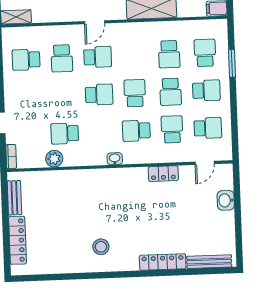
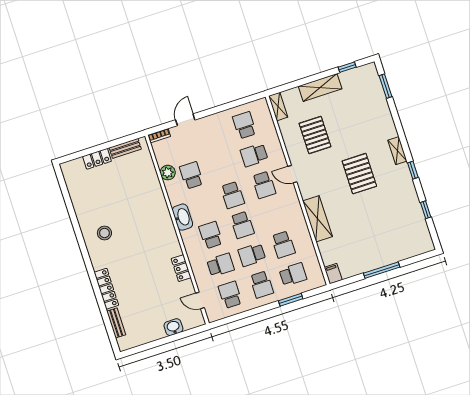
school desk: (169, 54) -> (283, 245), turned -90
school desk: (135, 93) -> (242, 225), turned 90
school desk: (208, 128) -> (230, 295), turned 180
washbasin: (115, 159) -> (182, 217), width x1.91, depth x1.45
locker: (17, 240) -> (97, 159), width x0.66
bench: (209, 262) -> (116, 323), width x0.73

